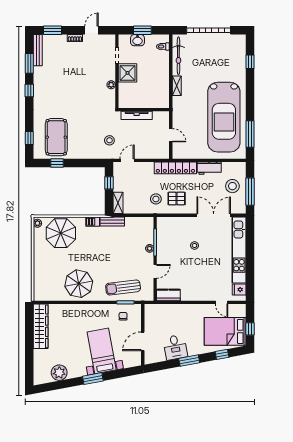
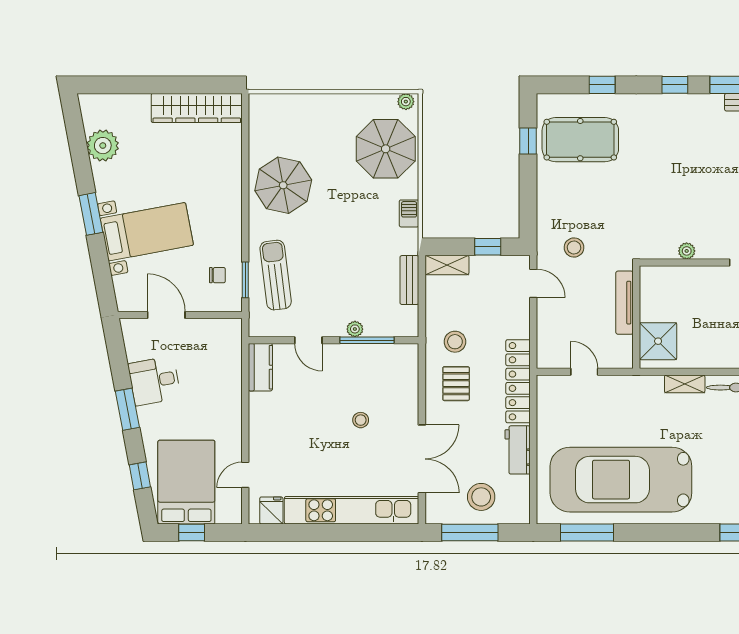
shower: (128, 73) -> (658, 341), moved
door: (171, 135) -> (584, 372), swing flipped
window: (29, 138) -> (602, 85), moved
bench: (112, 221) -> (409, 280), moved

